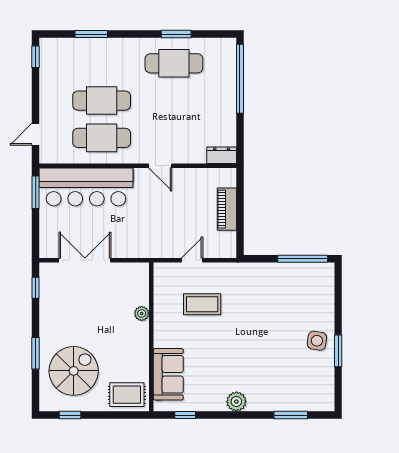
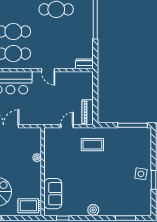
piano: (227, 209) -> (88, 112), moved
coffee table: (202, 304) -> (92, 145), moved

